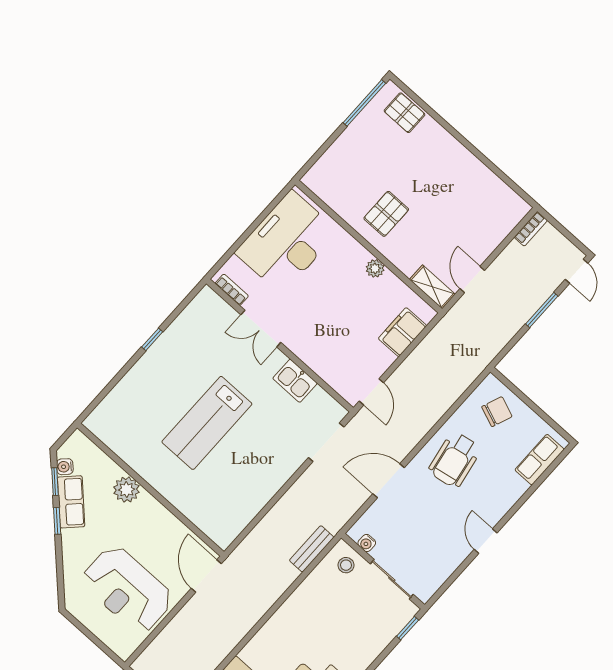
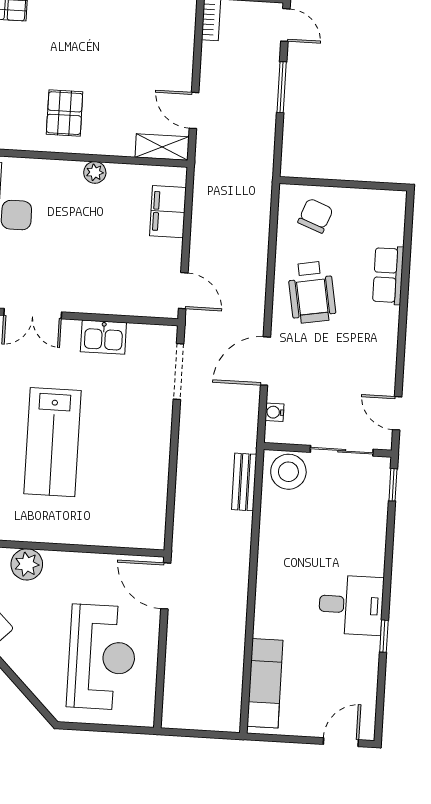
row of seats: (540, 460) -> (388, 275), moved
door: (486, 541) -> (397, 413), moved
water cooler: (367, 543) -> (275, 412), moved, turned 90
stool: (346, 565) -> (288, 472), width x1.89, depth x1.89
reception desk: (127, 589) -> (102, 657), turned -90

